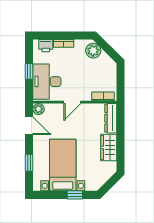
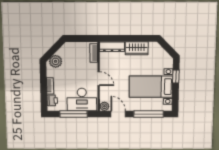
window: (29, 71) -> (74, 114), width x2.17
door: (29, 126) -> (118, 114), hinge flipped
window: (29, 163) -> (149, 114), width x2.17

